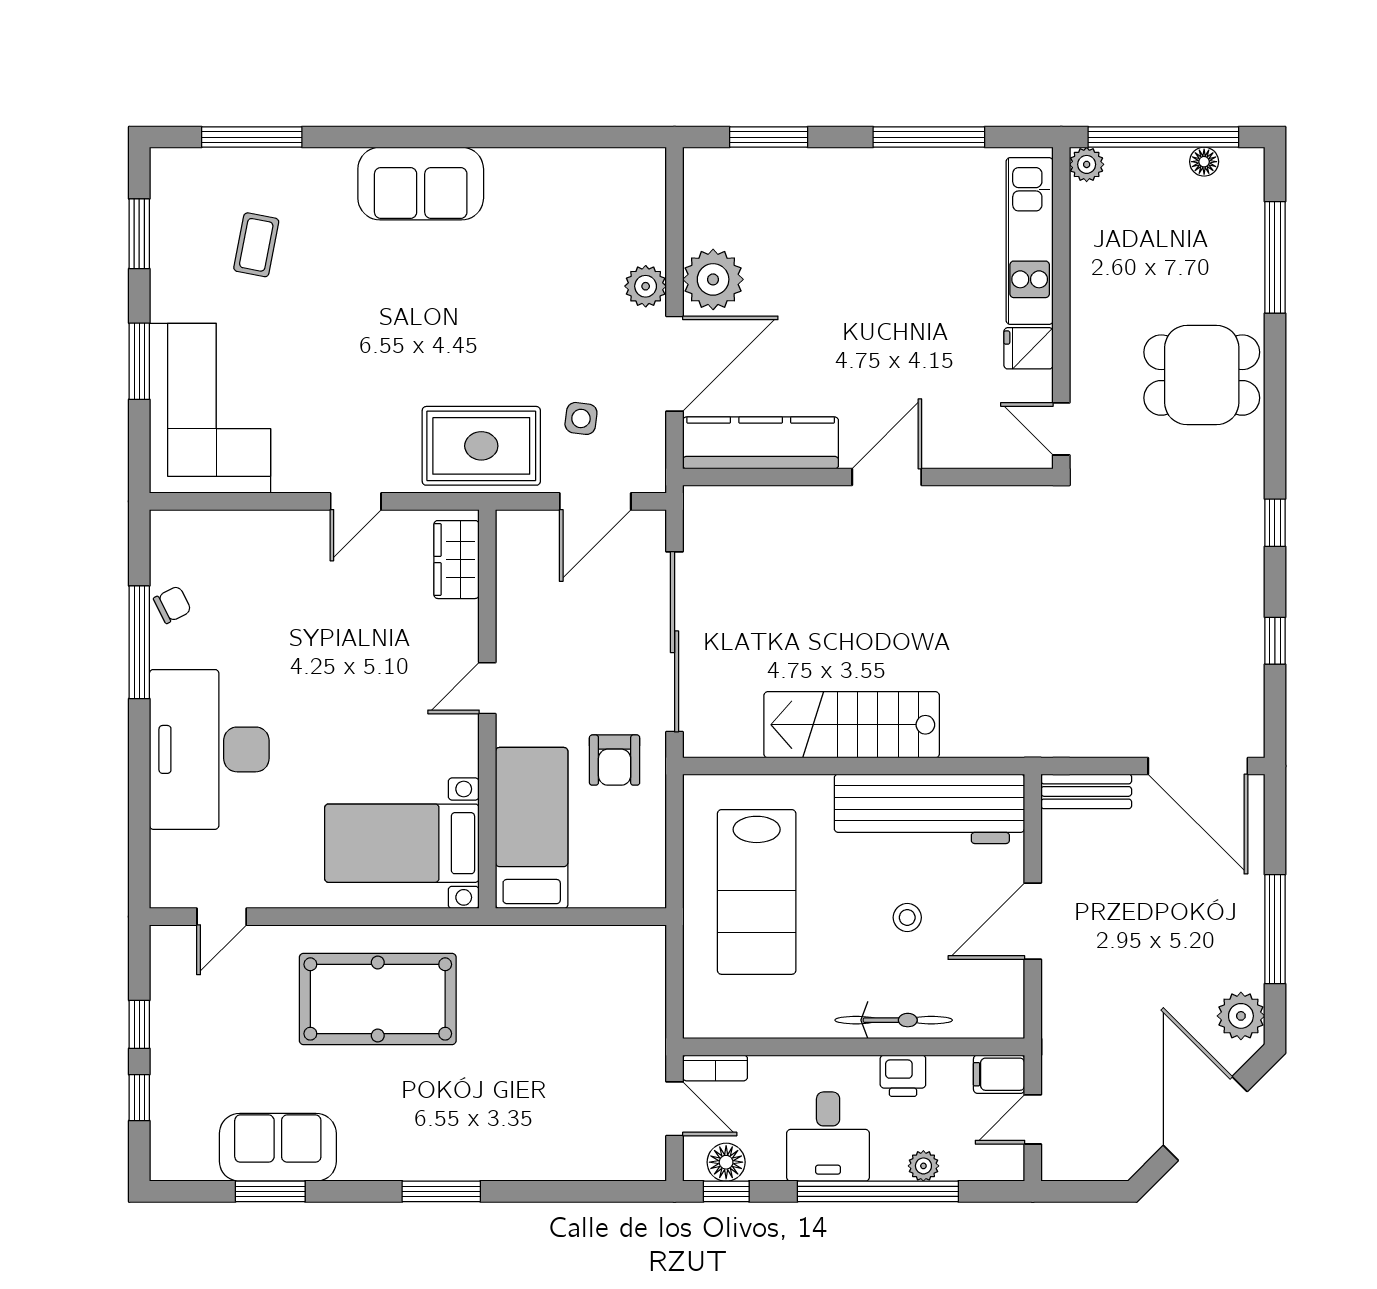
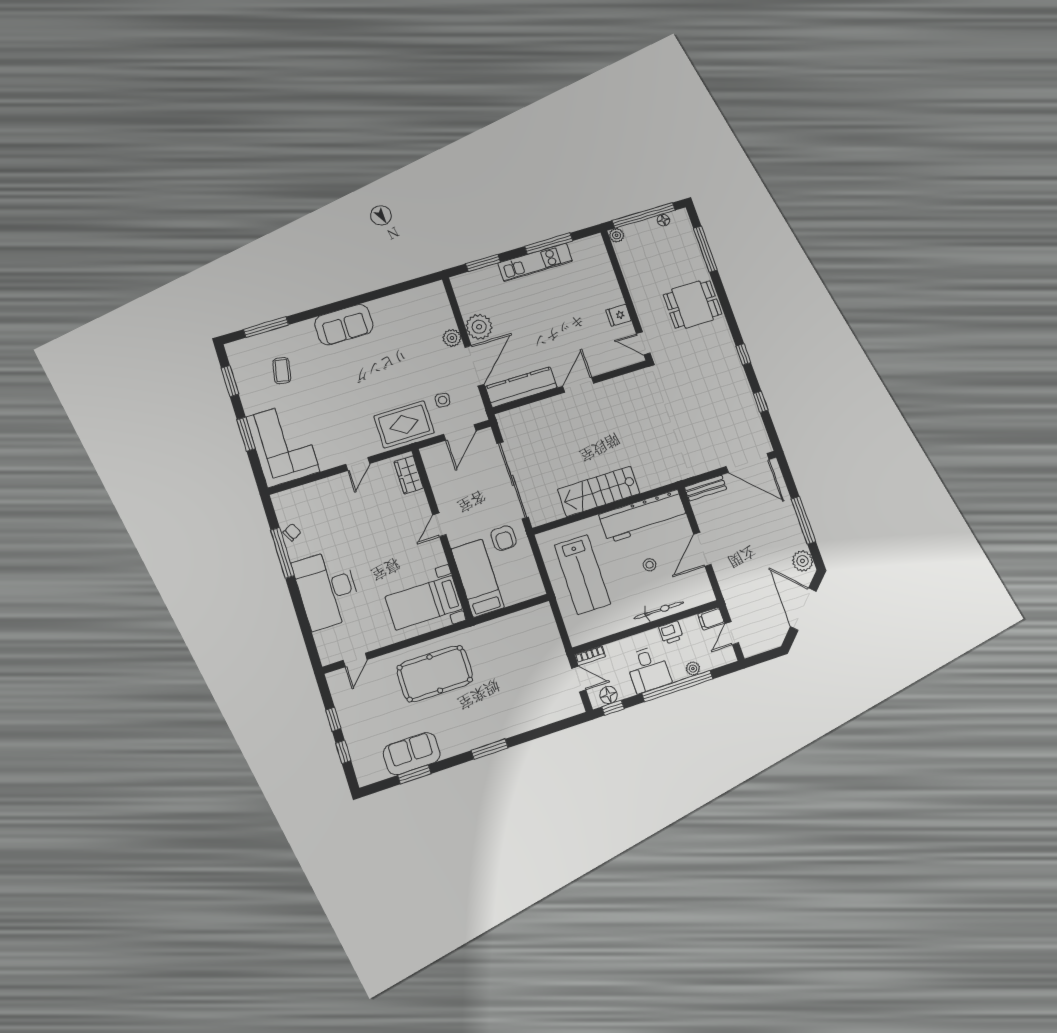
kitchen unit: (1030, 241) -> (535, 262), moved, turned -90

